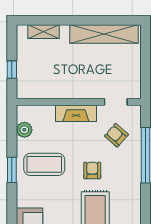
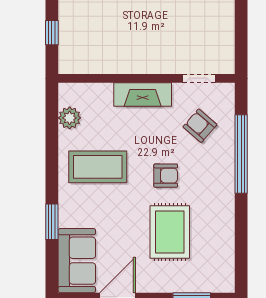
window: (12, 170) -> (52, 222), moved
armchair: (92, 170) -> (166, 176), turned 90

